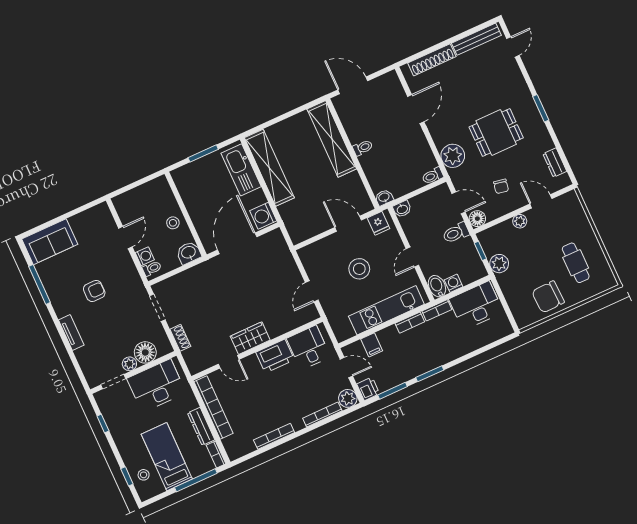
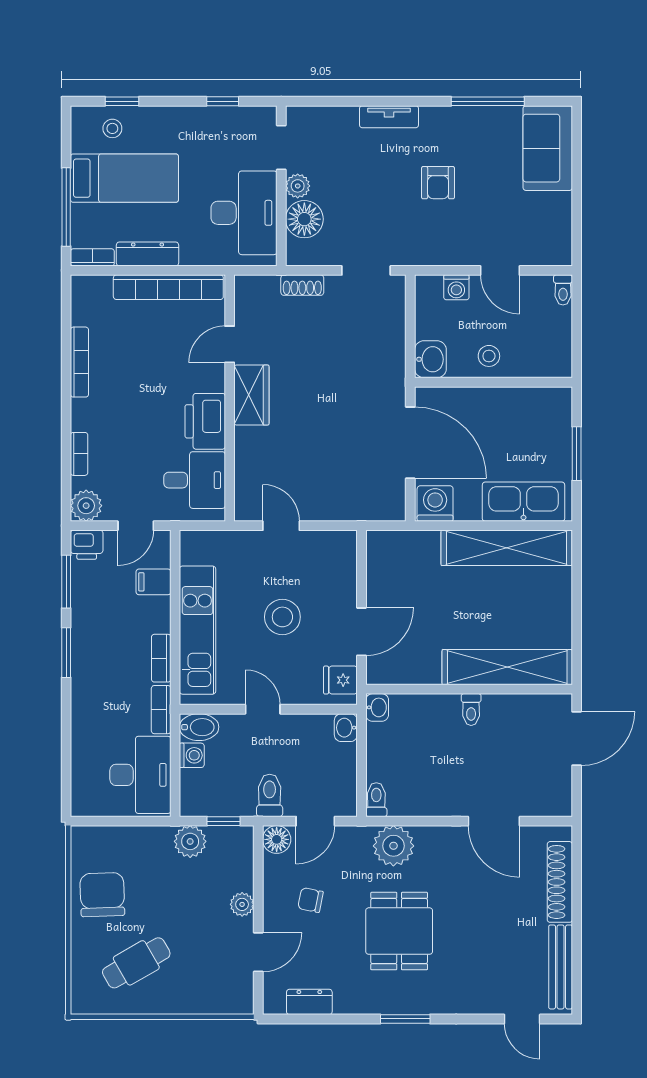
cafe table: (576, 263) -> (136, 963), turned -30
toilet: (152, 268) -> (563, 290), moved
bookcase: (322, 414) -> (79, 454), width x0.64

